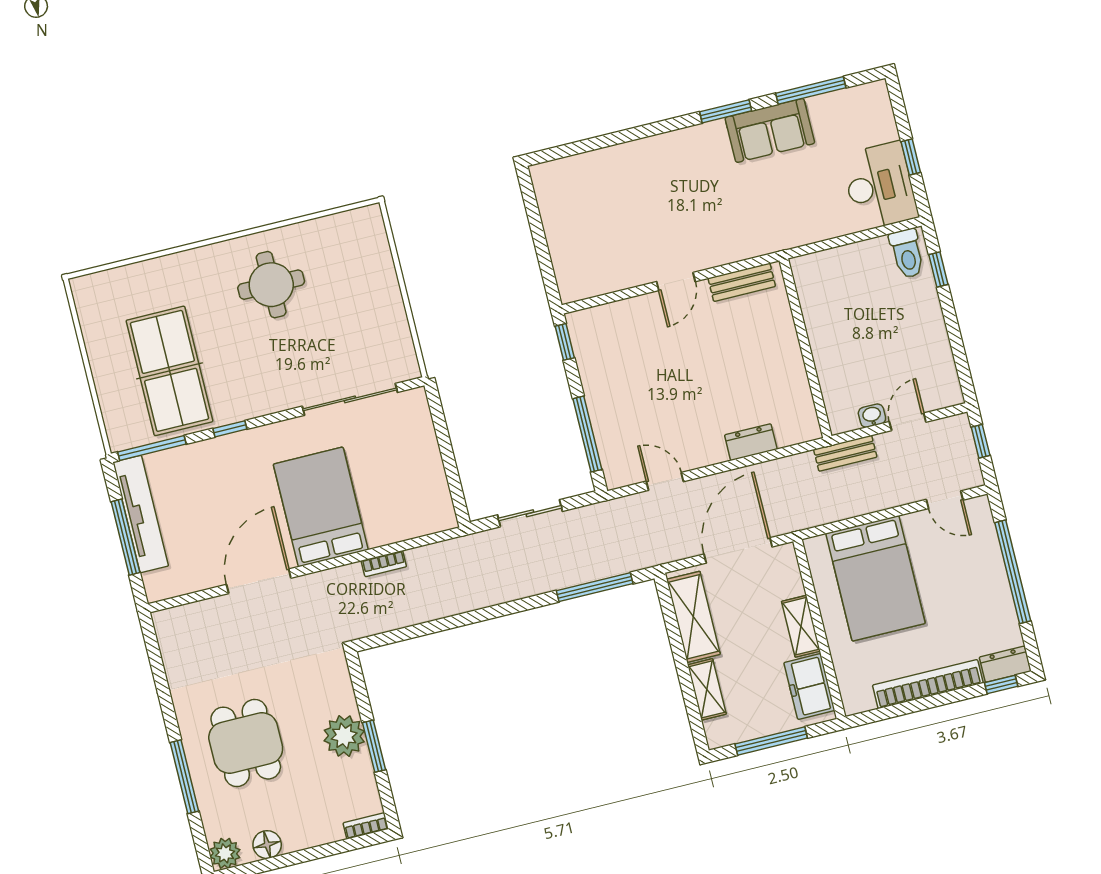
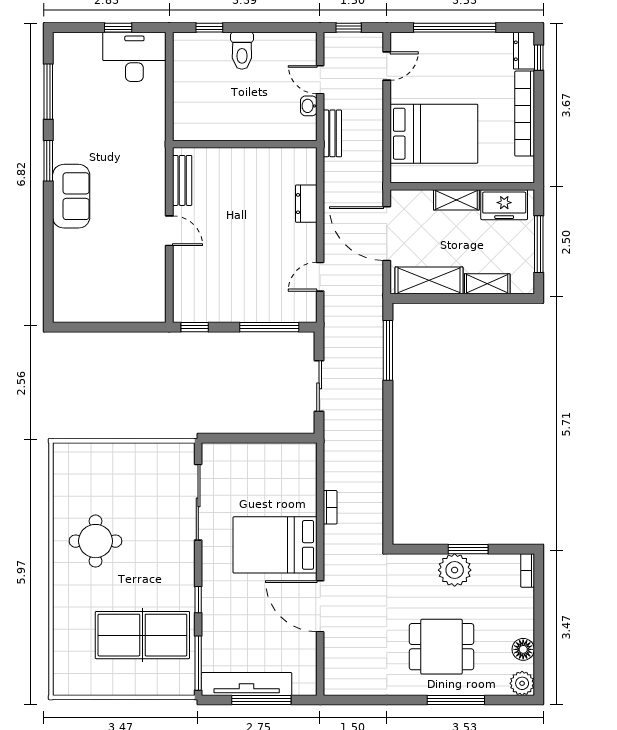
sofa: (770, 130) -> (71, 196), moved
toilet: (907, 254) -> (242, 51), moved, turned 90

